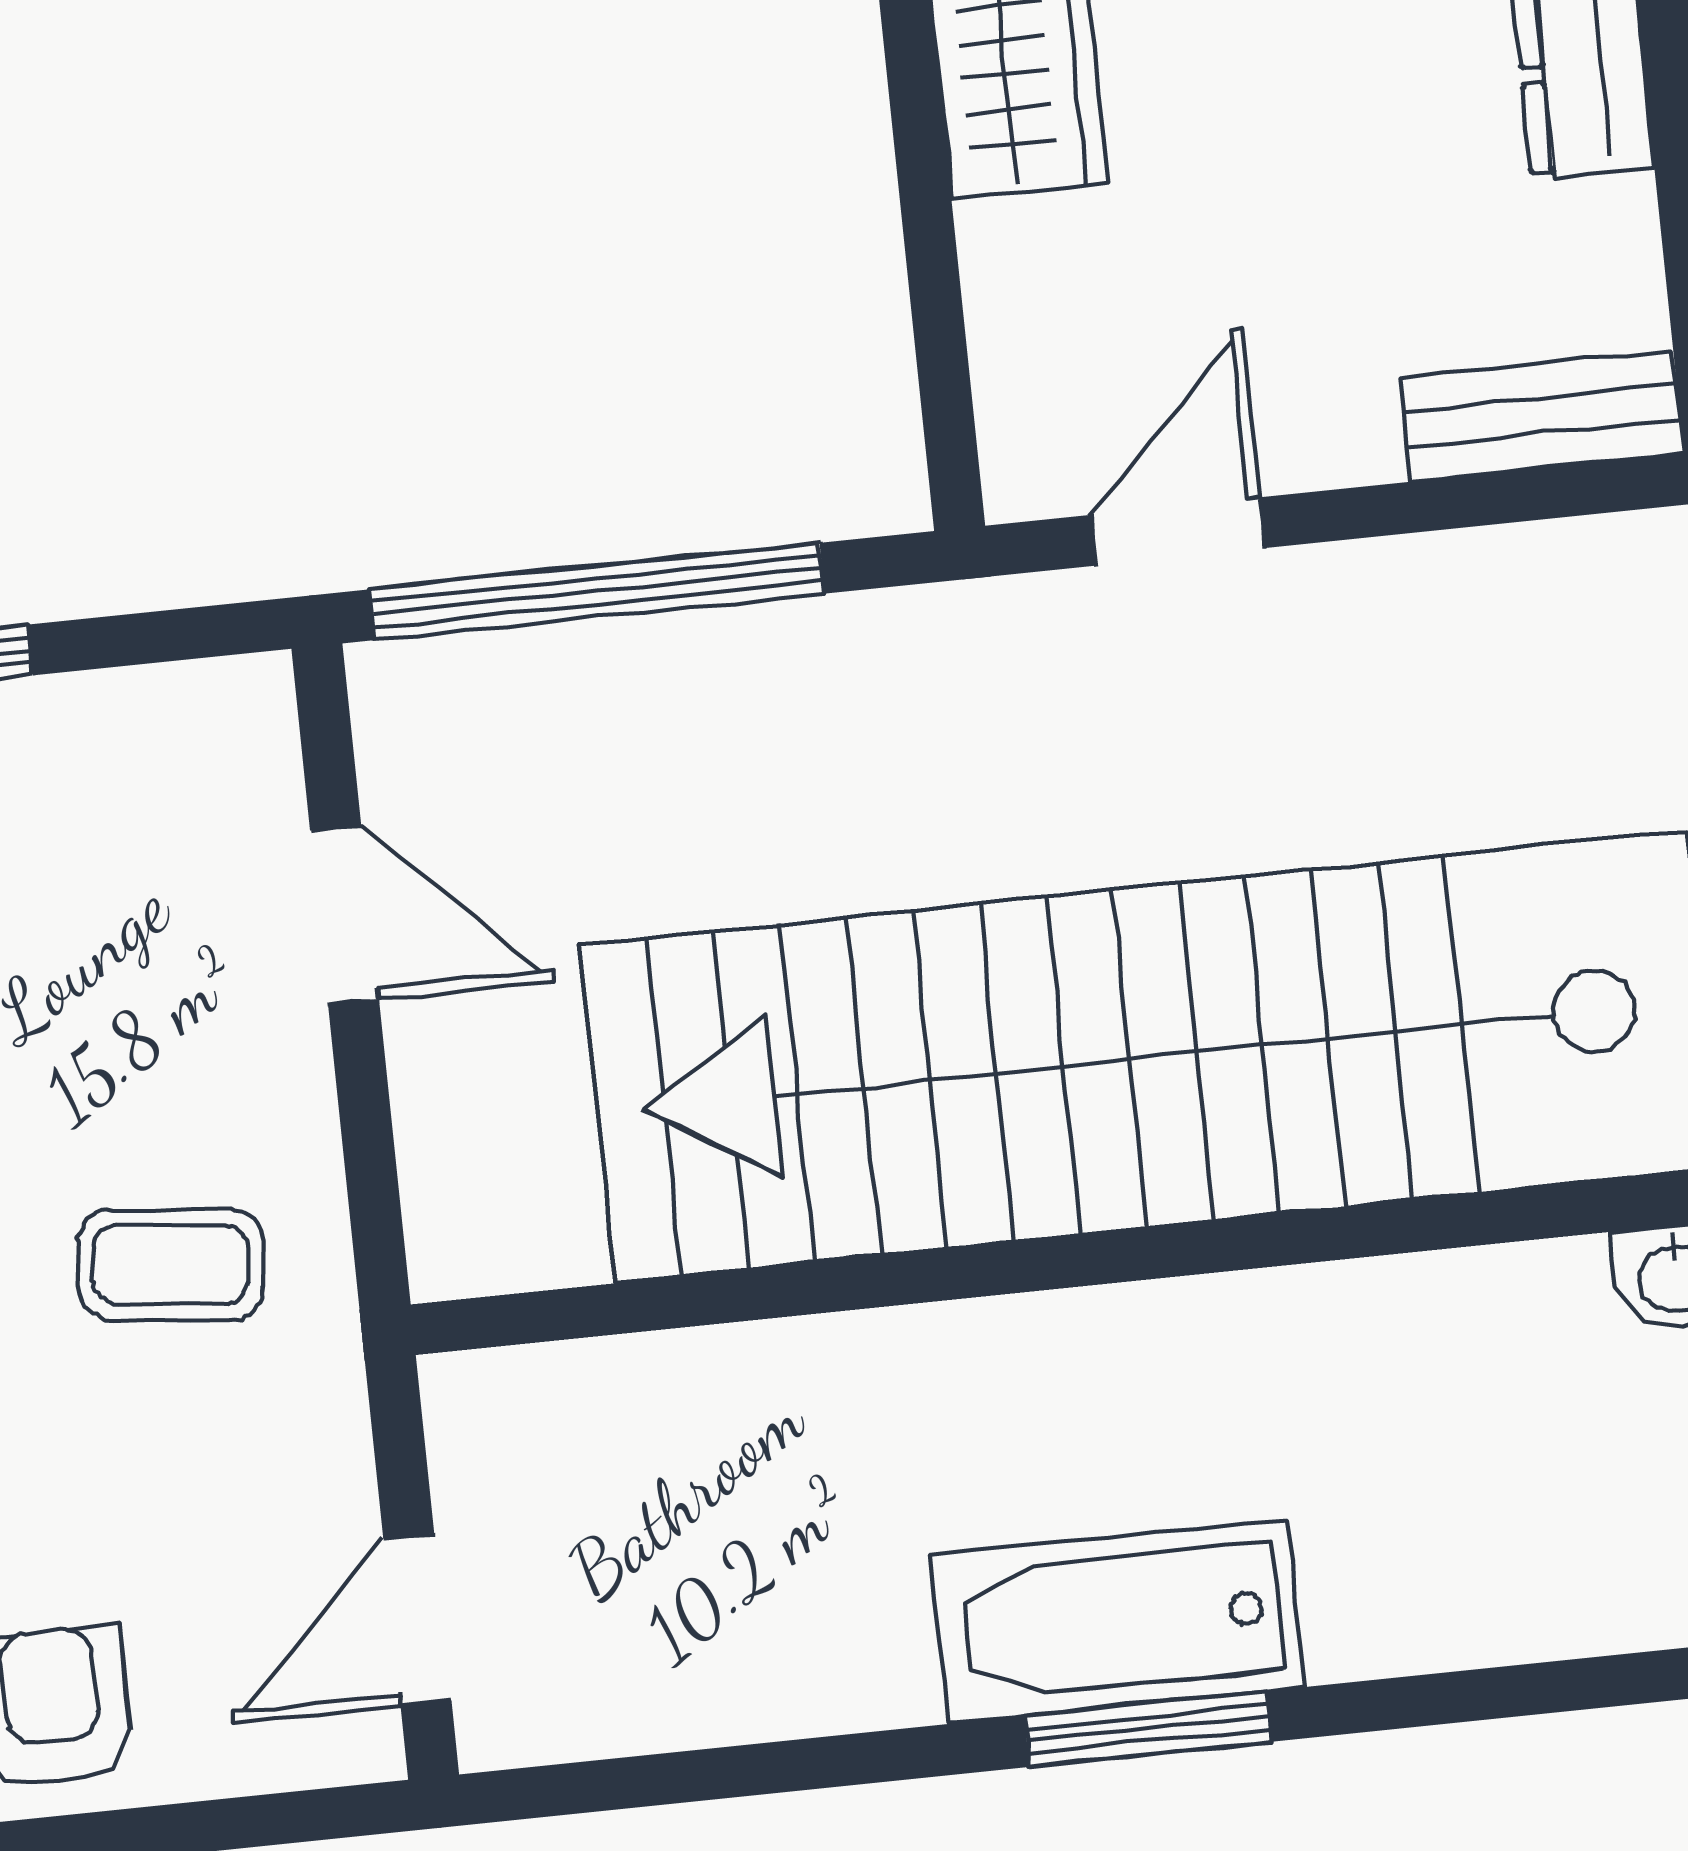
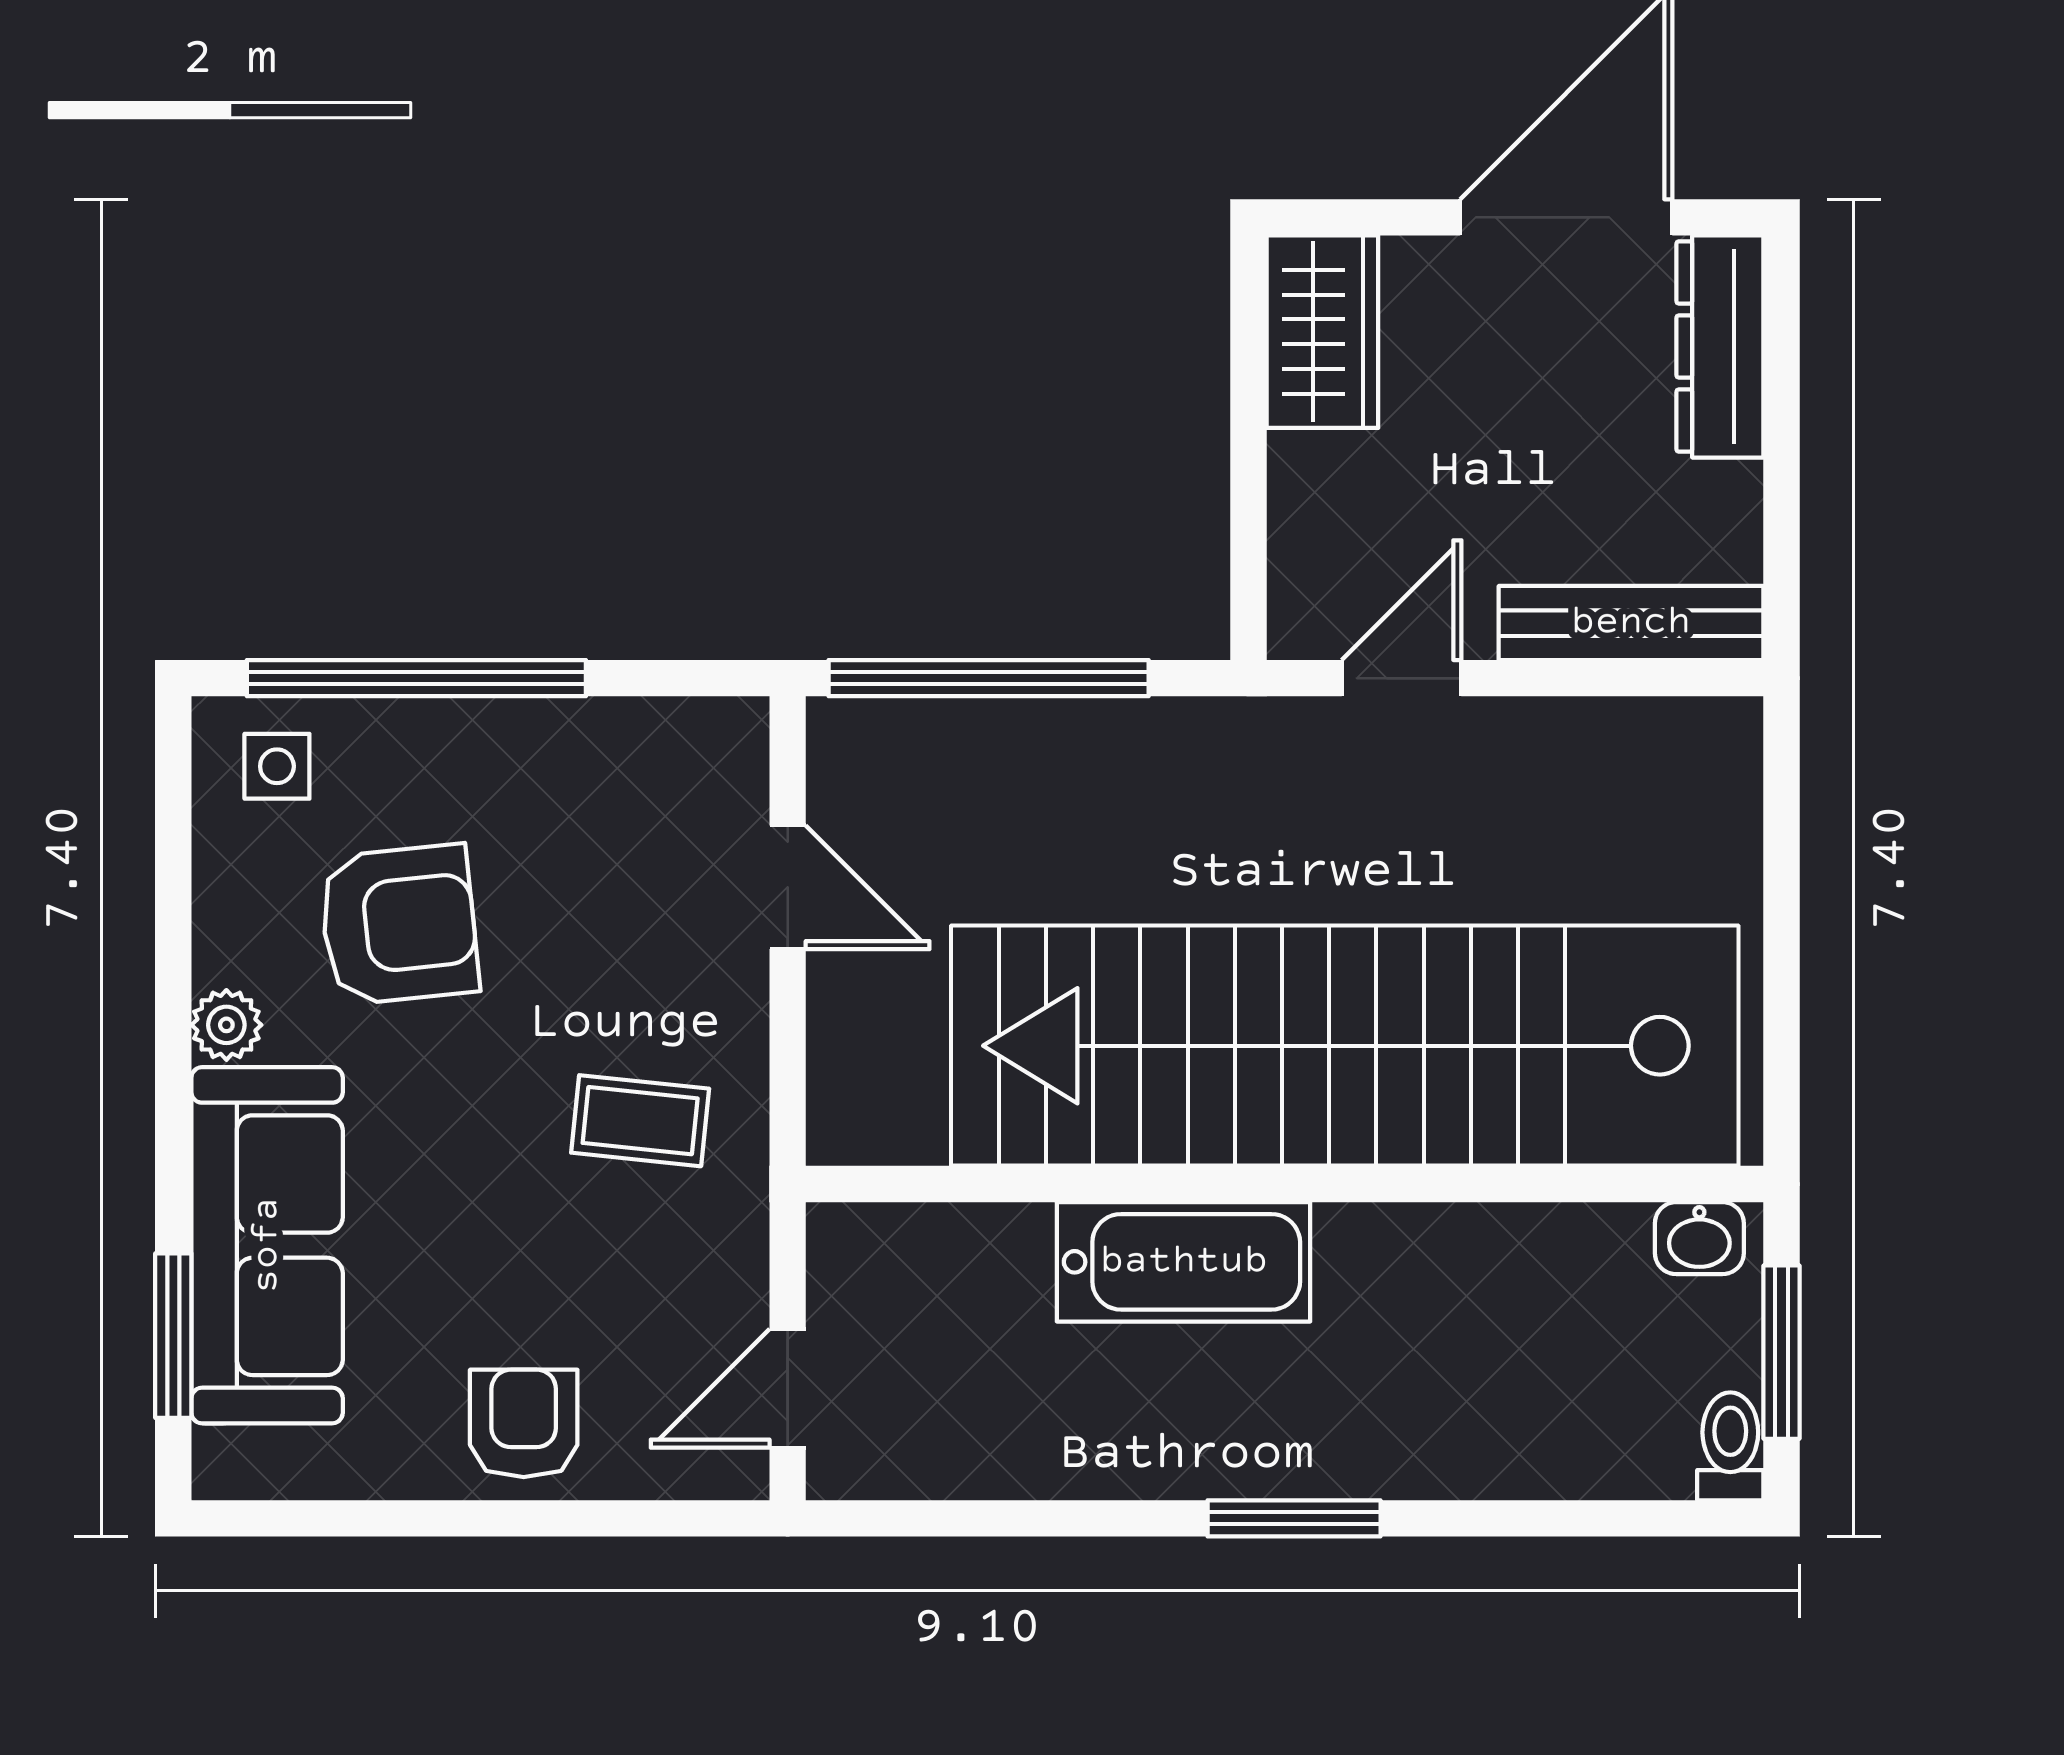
bench: (1542, 415) -> (1631, 623), width x1.36
bathtub: (1118, 1621) -> (1184, 1262), moved, turned 180

